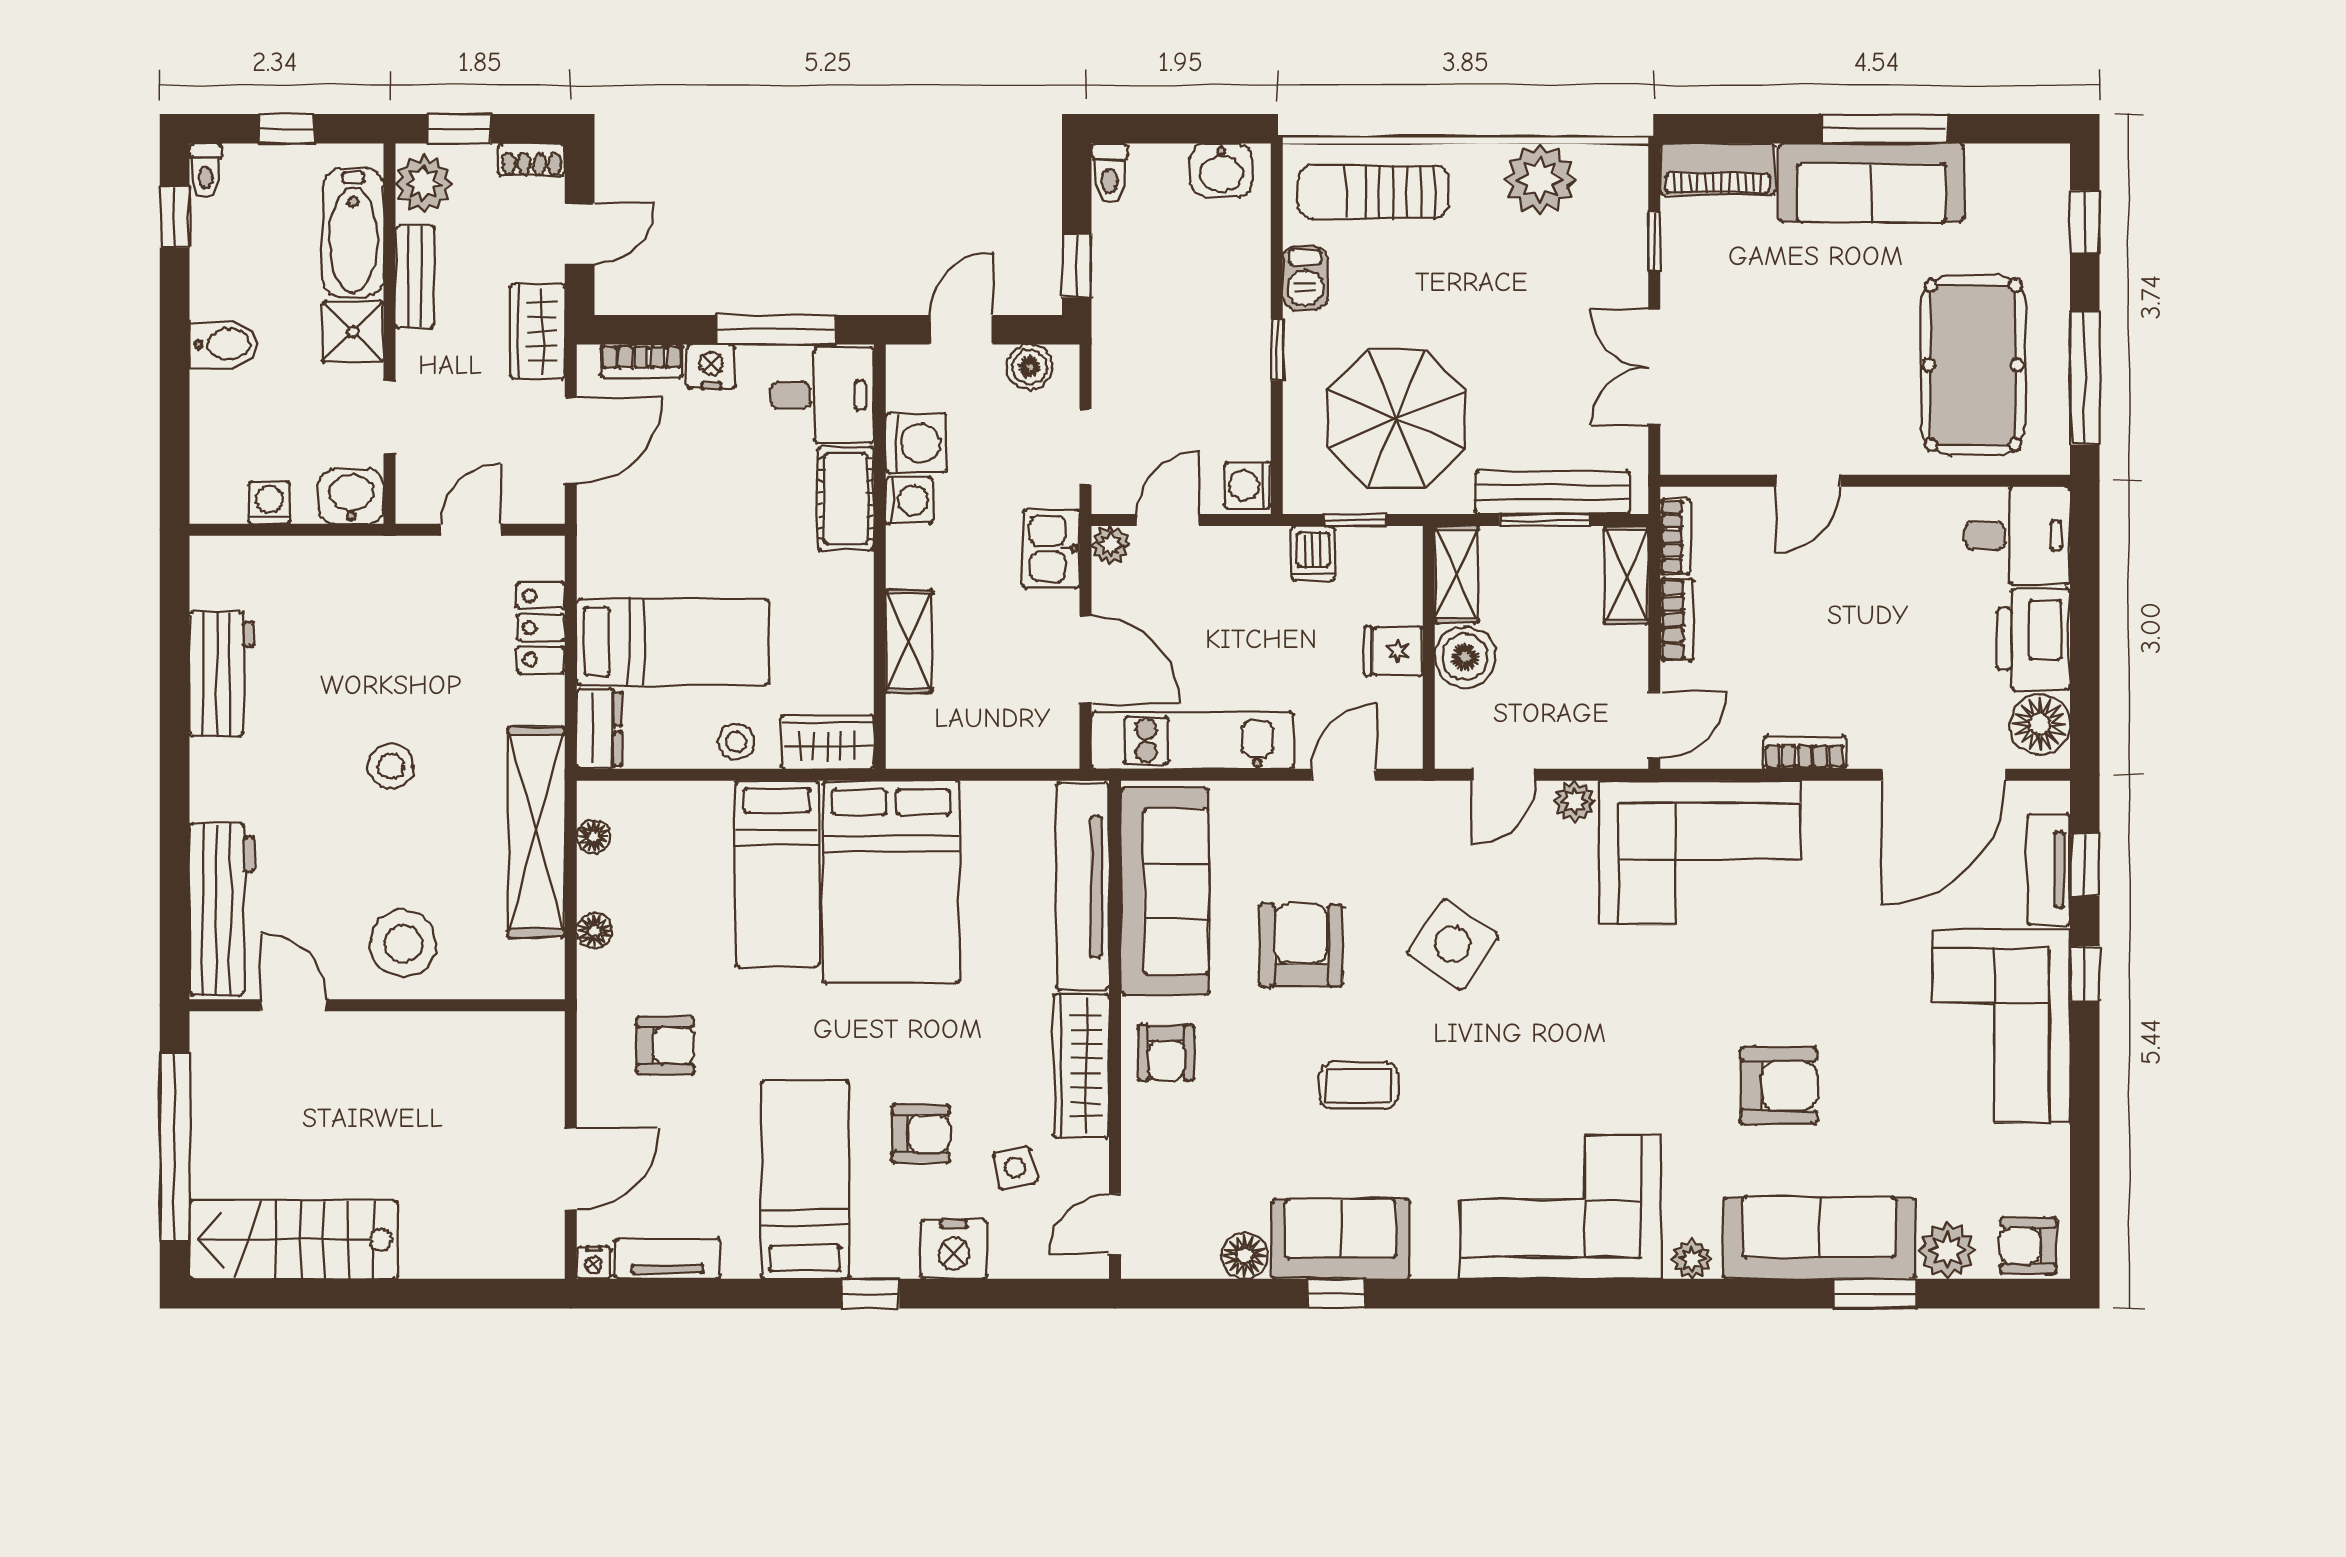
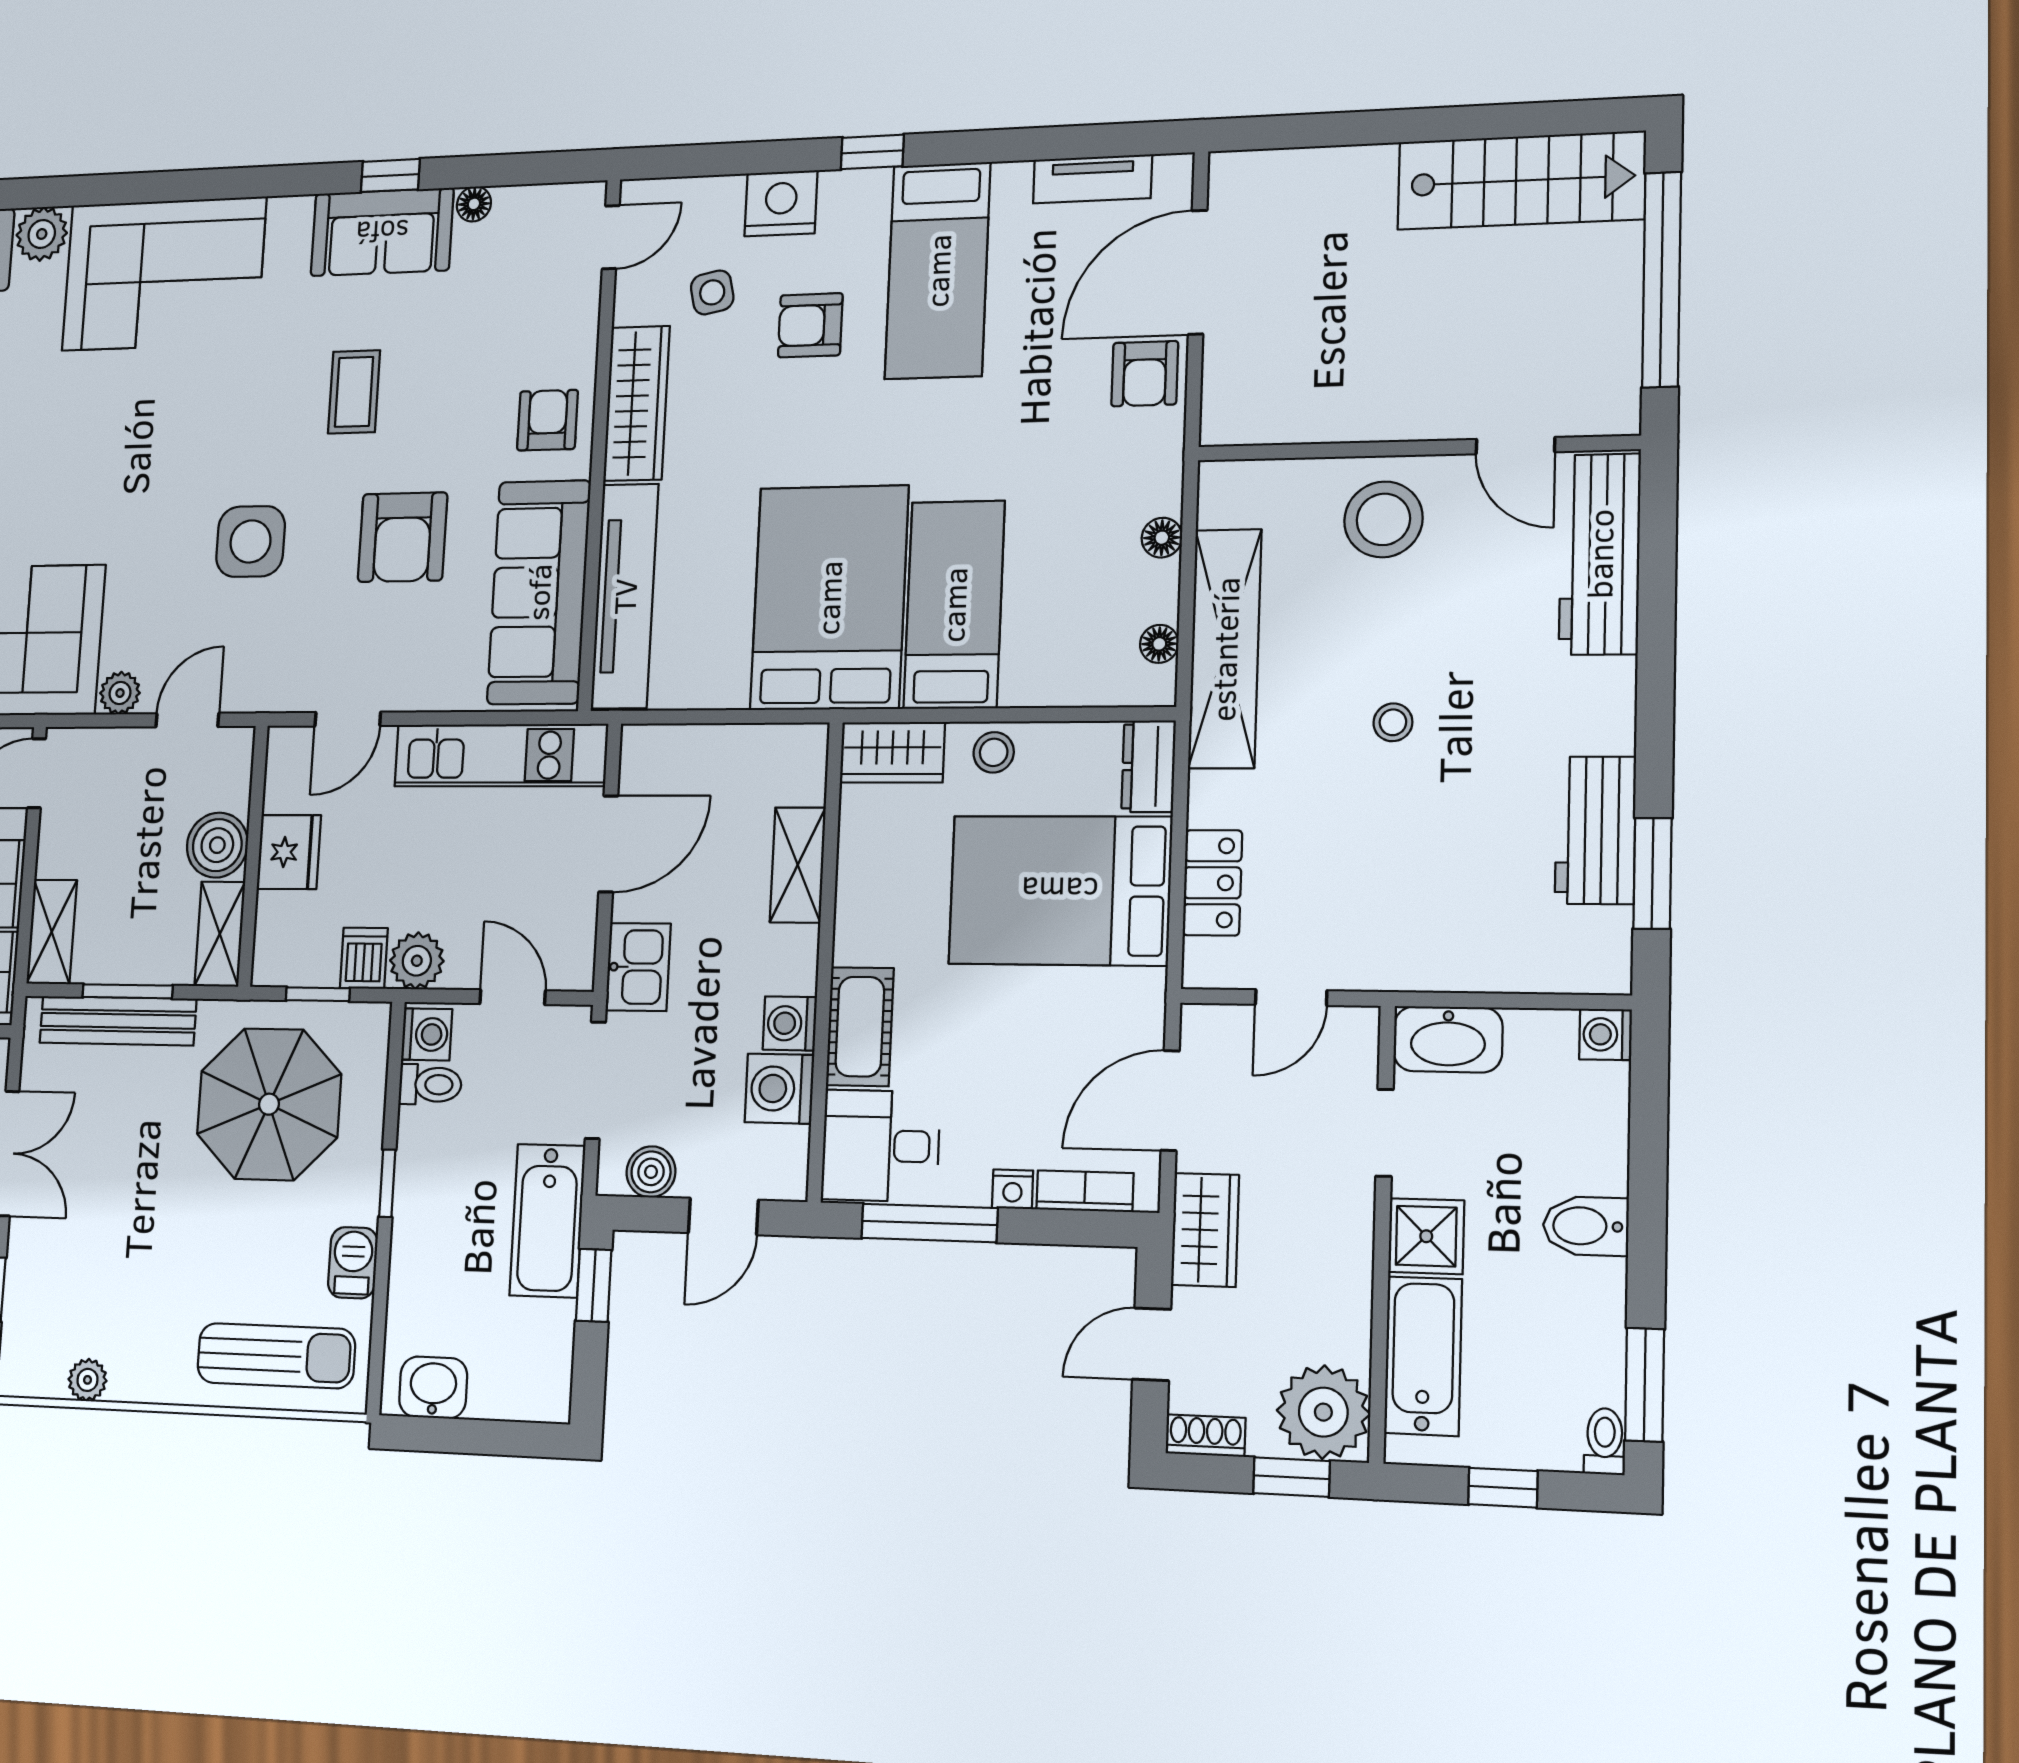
toilet: (1110, 173) -> (430, 1085), moved, turned 90
plant: (1540, 179) -> (87, 1380), width x0.53, depth x0.53
plant: (424, 183) -> (1323, 1412), width x1.36, depth x1.36
window: (175, 217) -> (1645, 1385), width x1.50
bench: (415, 277) -> (1350, 1300), removed
bathtub: (1123, 321) -> (547, 1221), added
nightstand: (711, 367) -> (1013, 1189), width x0.72, depth x0.74
doorway: (1086, 447) -> (595, 1080), width x1.38
washbasin: (351, 497) -> (1448, 1039), width x1.38
washing machine: (269, 503) -> (1606, 1034), moved, turned 90
door: (1168, 520) -> (513, 997), swing flipped
plant: (1110, 545) -> (417, 961), moved, width x1.38, depth x1.38
window: (175, 638) -> (1652, 873), added
bed: (673, 642) -> (1060, 890), width x1.50
fridge: (1393, 651) -> (289, 852), width x1.38
door: (1086, 659) -> (608, 844), swing flipped
stool: (391, 766) -> (1393, 722), width x0.73, depth x0.73
side table: (1453, 944) -> (250, 541), turned -34
armchair: (666, 1046) -> (1145, 374), moved, turned -90
coffee table: (1359, 1085) -> (354, 392), turned 90
door: (571, 1169) -> (1198, 272), width x1.36
floor lamp: (1245, 1256) -> (474, 204), width x0.73, depth x0.73
plant: (1692, 1259) -> (42, 234), width x1.38, depth x1.38
nightstand: (594, 1263) -> (1175, 171), removed

